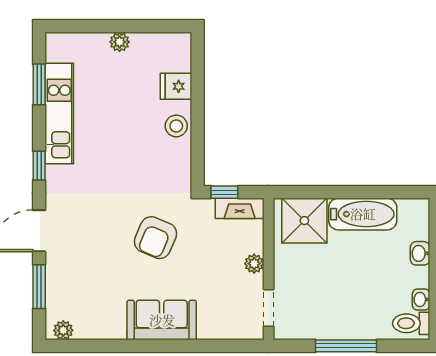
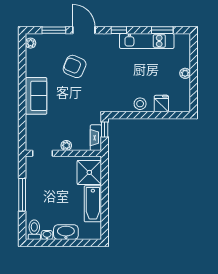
armchair: (155, 238) -> (75, 66), moved
washbasin: (420, 253) -> (66, 232), width x1.91, depth x1.45

